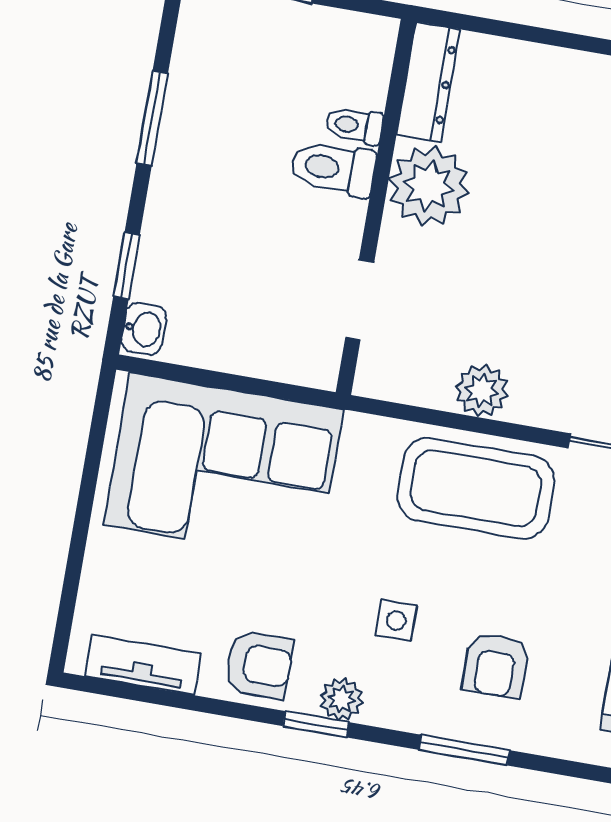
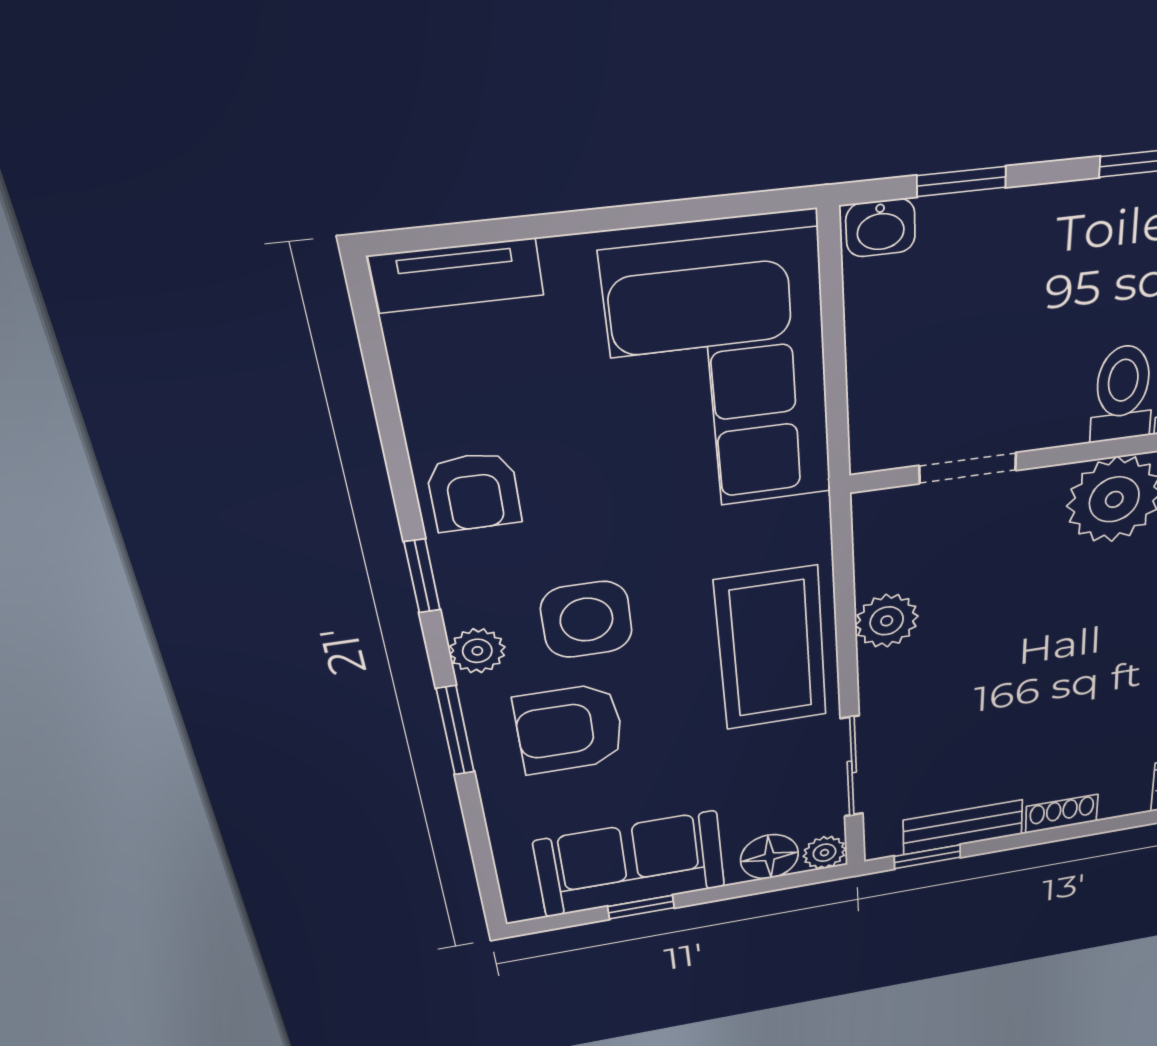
side table: (396, 621) -> (587, 620), width x1.87, depth x1.87
tv unit: (143, 665) -> (457, 275), moved, turned 90
armchair: (496, 665) -> (569, 729), width x1.38, depth x1.38
plant: (341, 699) -> (477, 651), moved

